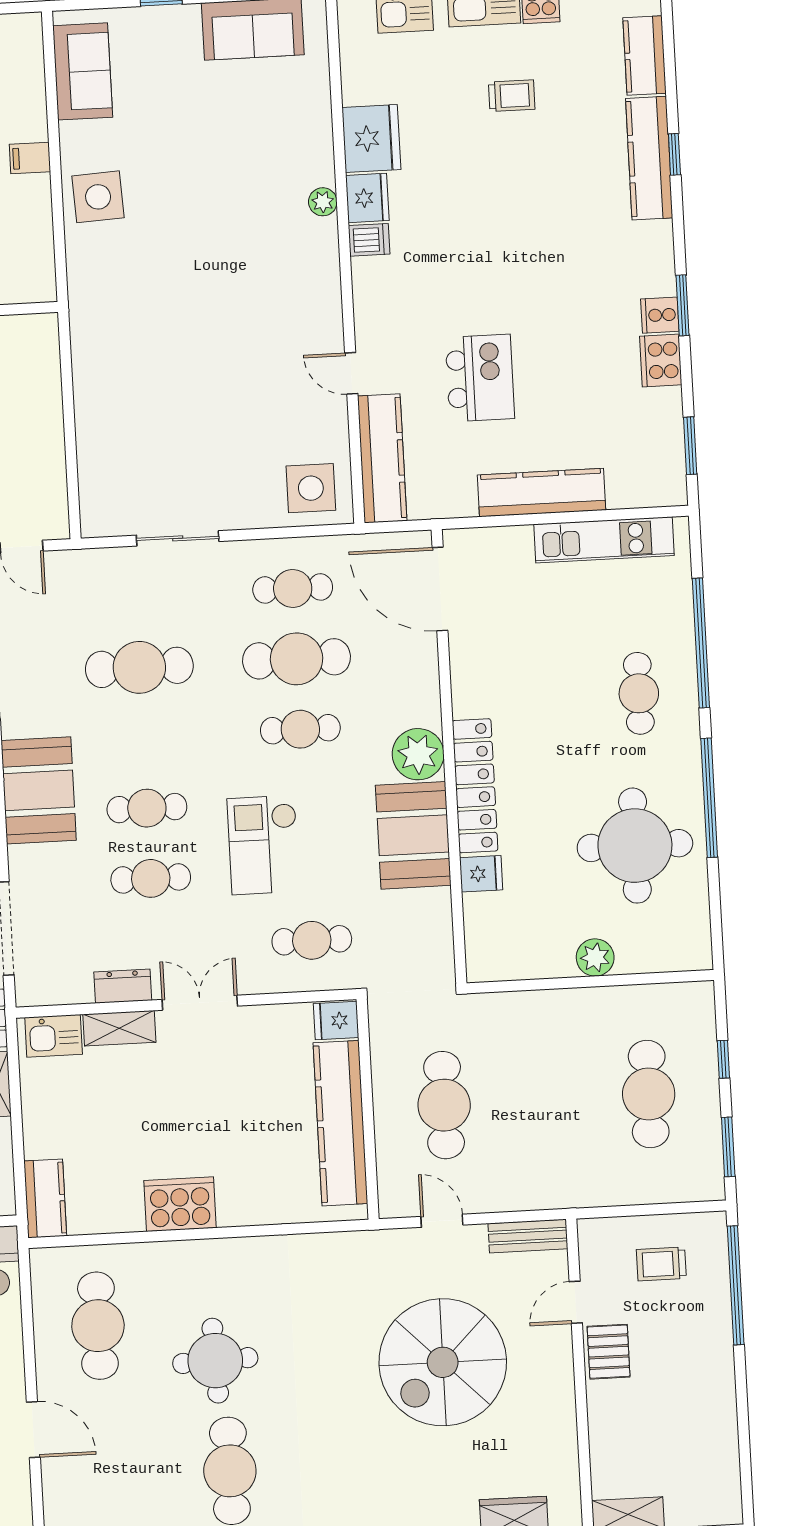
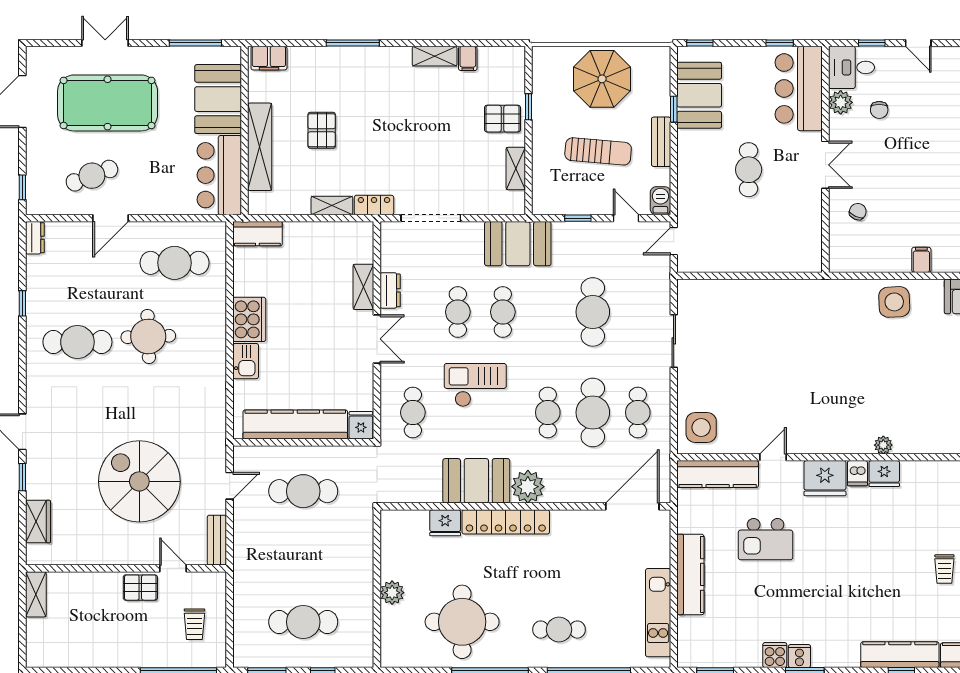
fridge: (371, 138) -> (825, 478), moved
cooker: (661, 360) -> (775, 655), width x0.73
fridge: (481, 874) -> (445, 523), width x1.38
kitchen sink: (54, 1036) -> (246, 361), moved, turned 180
trolley: (661, 1264) -> (194, 624), turned 180

